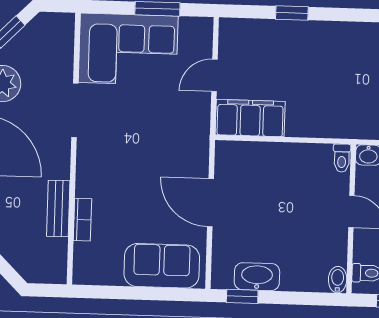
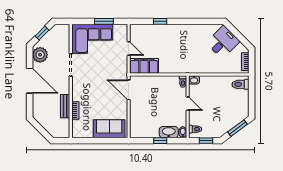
door: (214, 75) -> (129, 48), swing flipped
door: (210, 203) -> (129, 90), moved
washbasin: (257, 277) -> (169, 132), moved
window: (242, 296) -> (160, 141), moved

